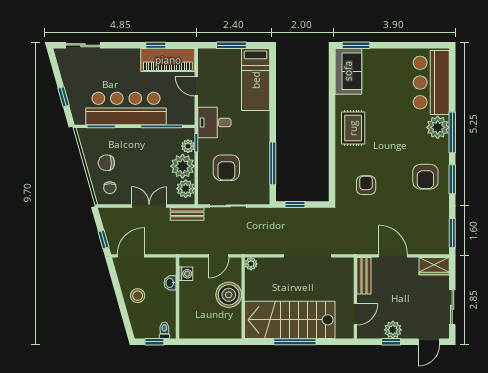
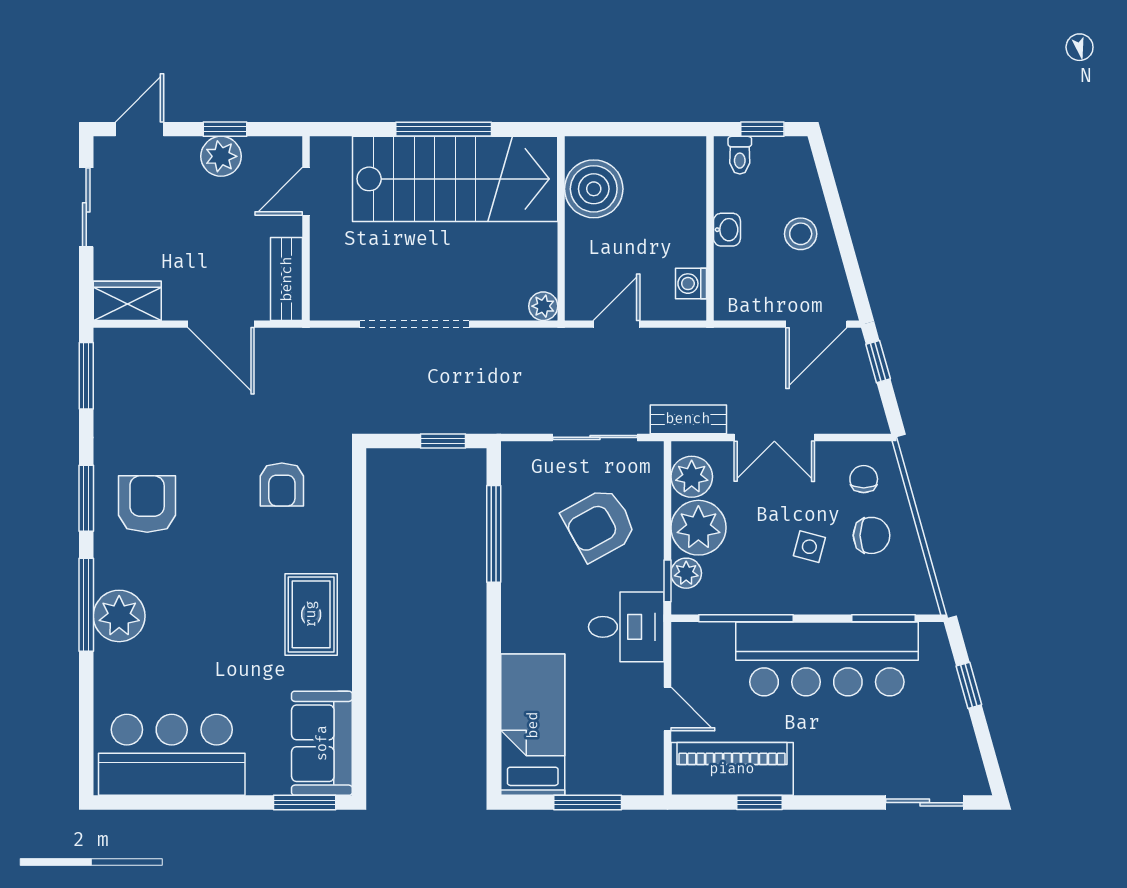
bar counter: (431, 83) -> (172, 755), moved, turned -90
side table: (134, 158) -> (809, 547), added
armchair: (226, 168) -> (599, 524), turned -119
washbasin: (170, 283) -> (727, 230), moved
boiler: (229, 295) -> (594, 189), moved

